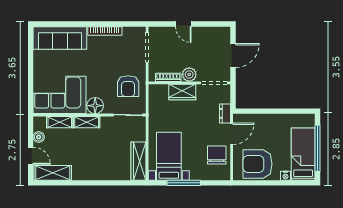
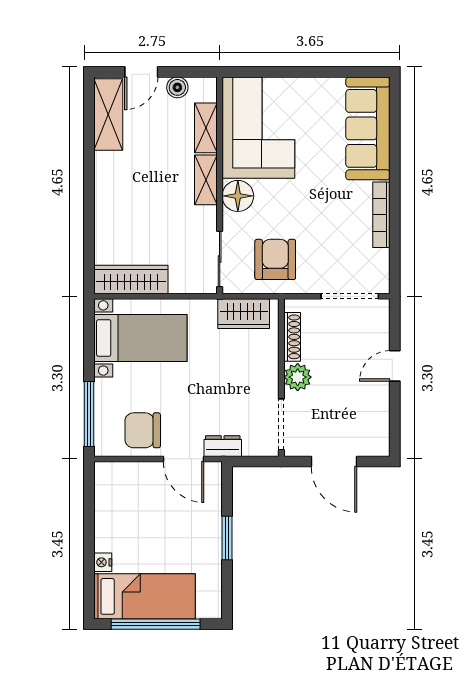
armchair: (128, 86) -> (275, 259), turned 90
wardrobe: (182, 92) -> (244, 314), moved, turned -90
window: (273, 111) -> (227, 538), added
chair: (217, 155) -> (143, 430), turned 180
armchair: (257, 164) -> (125, 508), removed
window: (184, 183) -> (89, 414), moved

